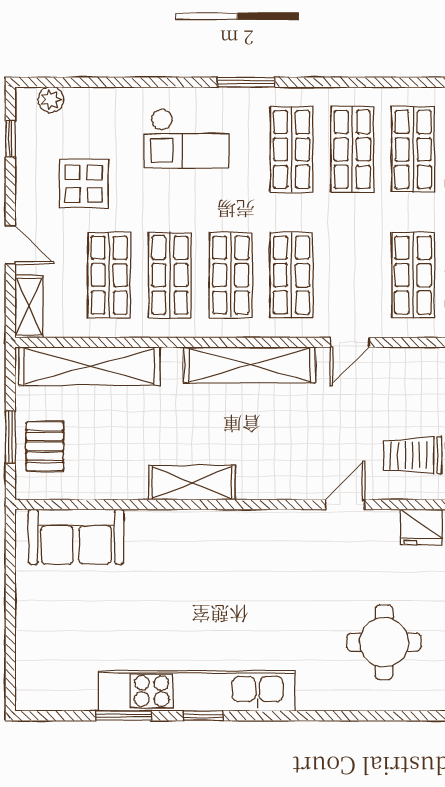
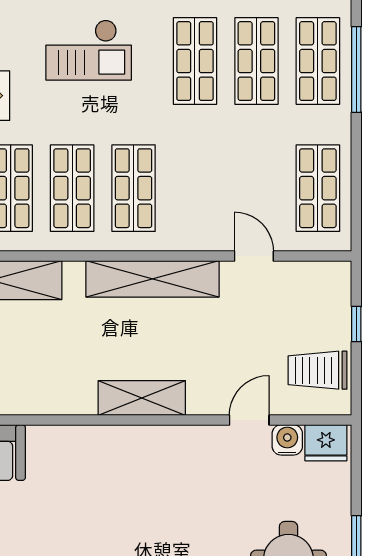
shop shelf: (292, 275) -> (195, 188), removed
door: (350, 342) -> (254, 256), swing flipped
shelving: (192, 483) -> (142, 398), moved
water cooler: (383, 524) -> (287, 440), added

